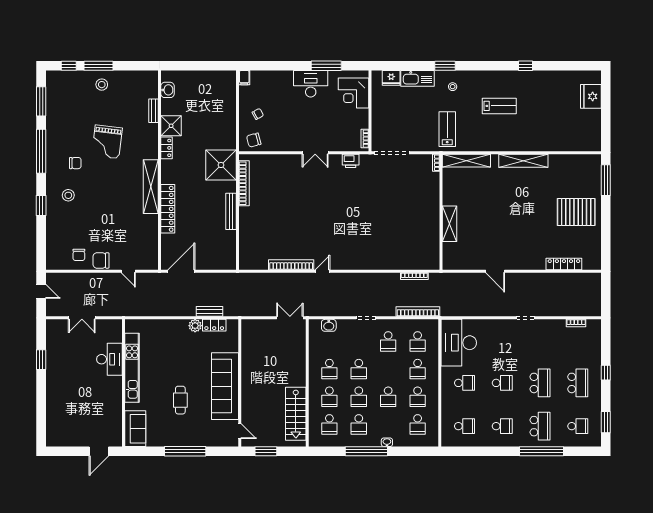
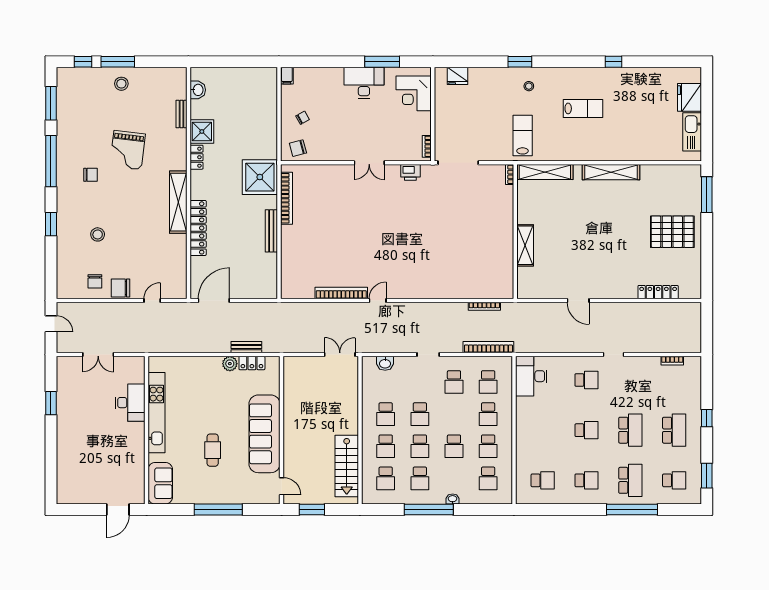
kitchen sink: (417, 78) -> (692, 132), moved, turned 90
stool: (68, 195) -> (98, 234), moved
door: (128, 271) -> (152, 301), swing flipped
desk: (459, 343) -> (531, 376), width x0.73, depth x0.77
school desk: (465, 383) -> (586, 380), moved

